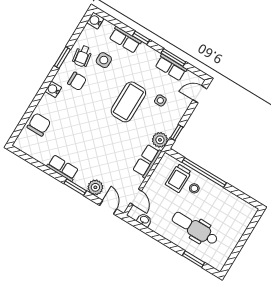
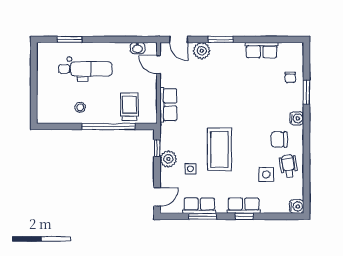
row of seats: (125, 40) -> (244, 206), moved
window: (62, 57) -> (306, 92), moved
chair: (39, 125) -> (290, 77), width x0.54, depth x0.54
plant: (160, 140) -> (168, 159), moved
row of seats: (63, 168) -> (262, 50), moved
stool: (194, 188) -> (80, 107), moved

